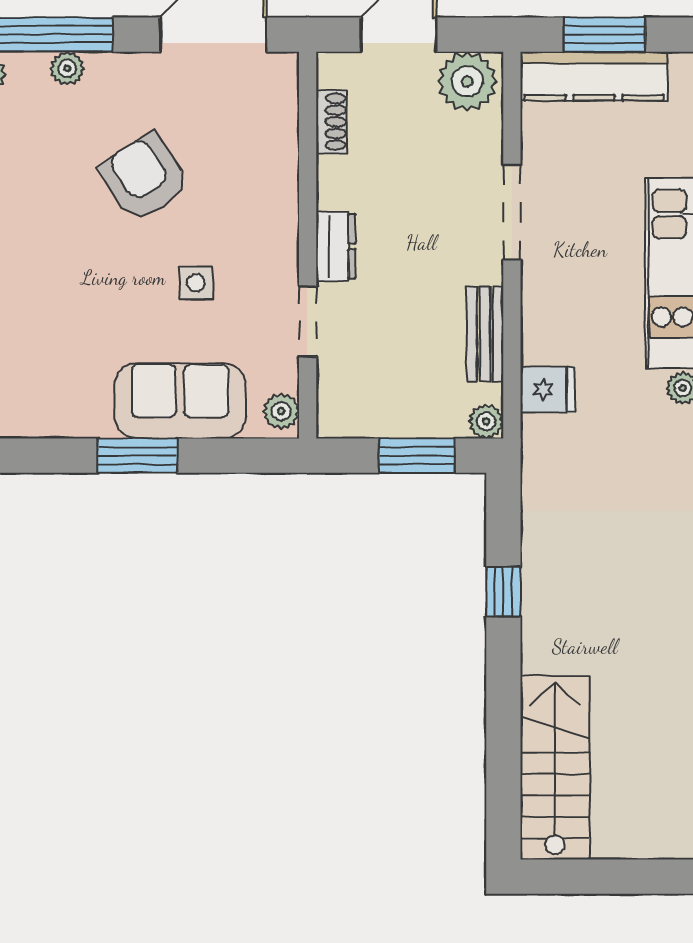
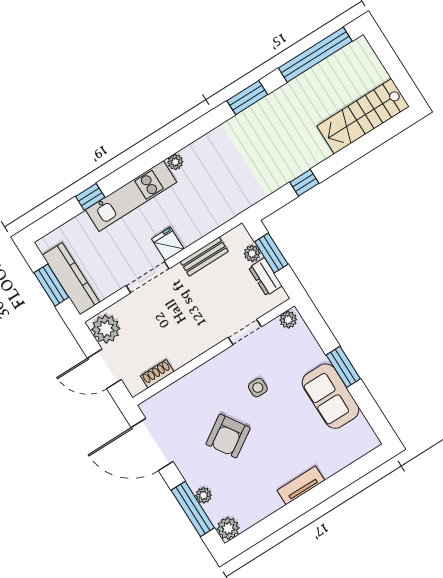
dresser: (336, 246) -> (265, 277), moved, turned -90
fridge: (548, 390) -> (168, 244), moved
sofa: (180, 401) -> (330, 396), moved
plant: (486, 421) -> (252, 254), moved

